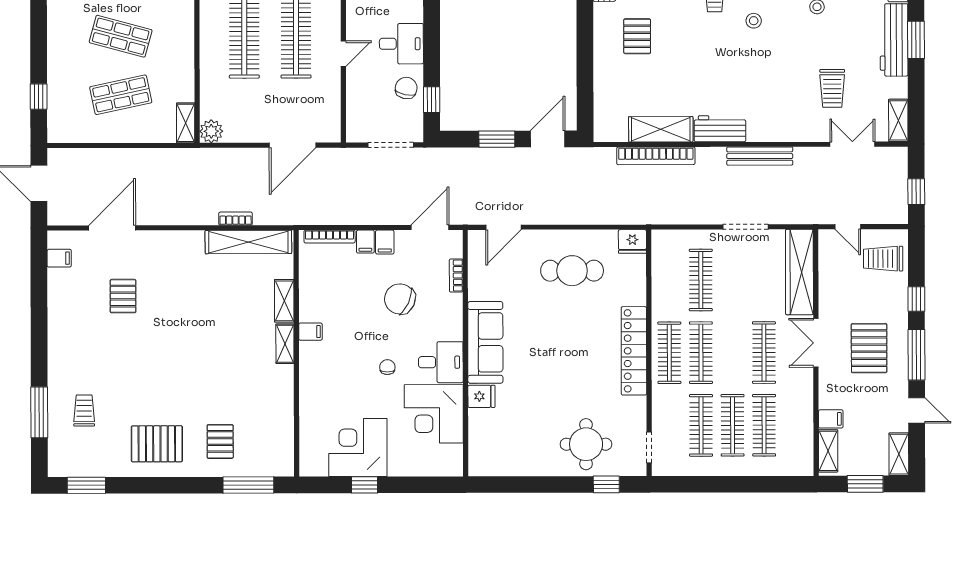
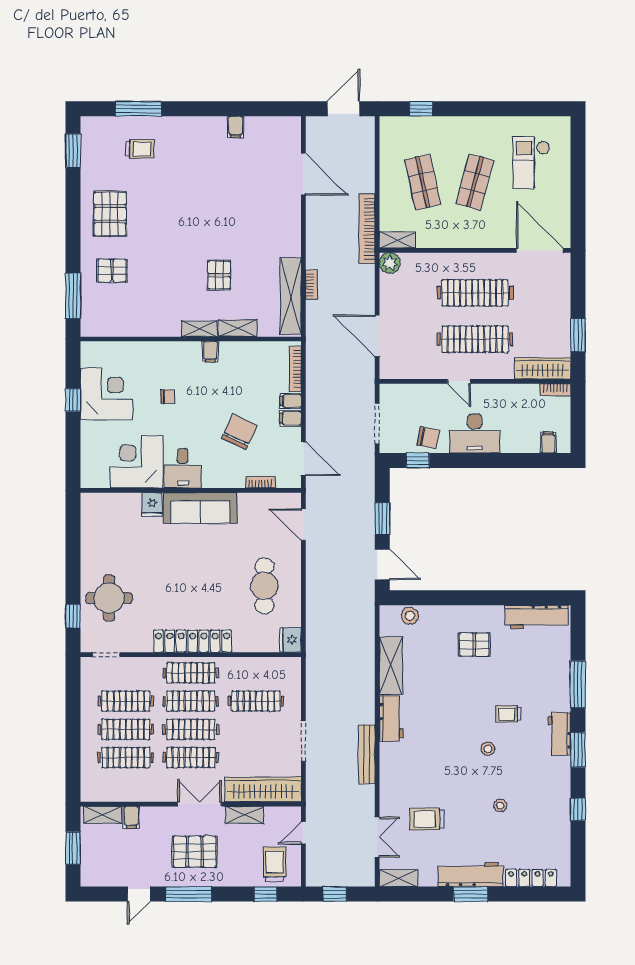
desk: (401, 44) -> (475, 433), width x1.37
stool: (605, 108) -> (410, 616), added
bookcase: (656, 156) -> (367, 229), moved
filing cabinet: (59, 258) -> (236, 127), moved
pallet: (123, 296) -> (219, 275), moved, turned 90
window: (916, 299) -> (265, 894), moved
clothes rail: (732, 353) -> (191, 729), added
chair: (387, 367) -> (168, 396), moved
shelving: (899, 454) -> (245, 815), moved

